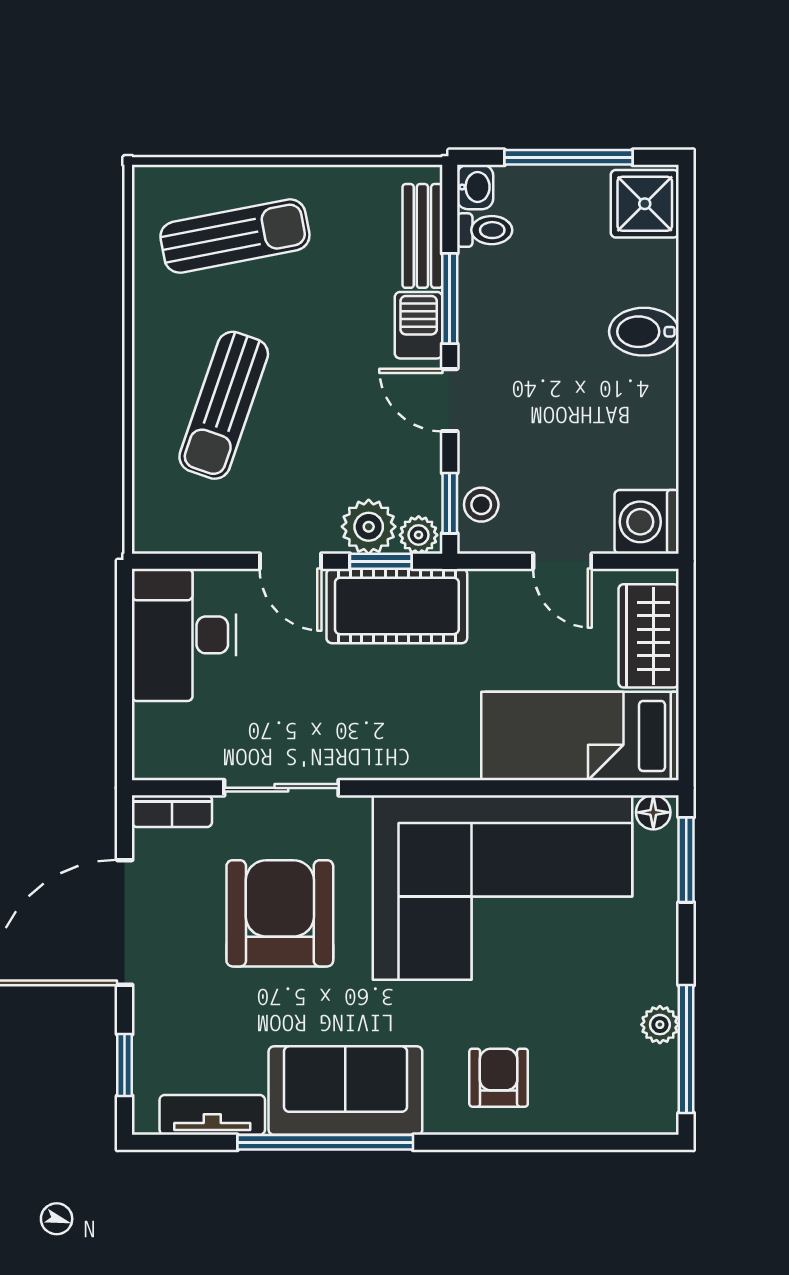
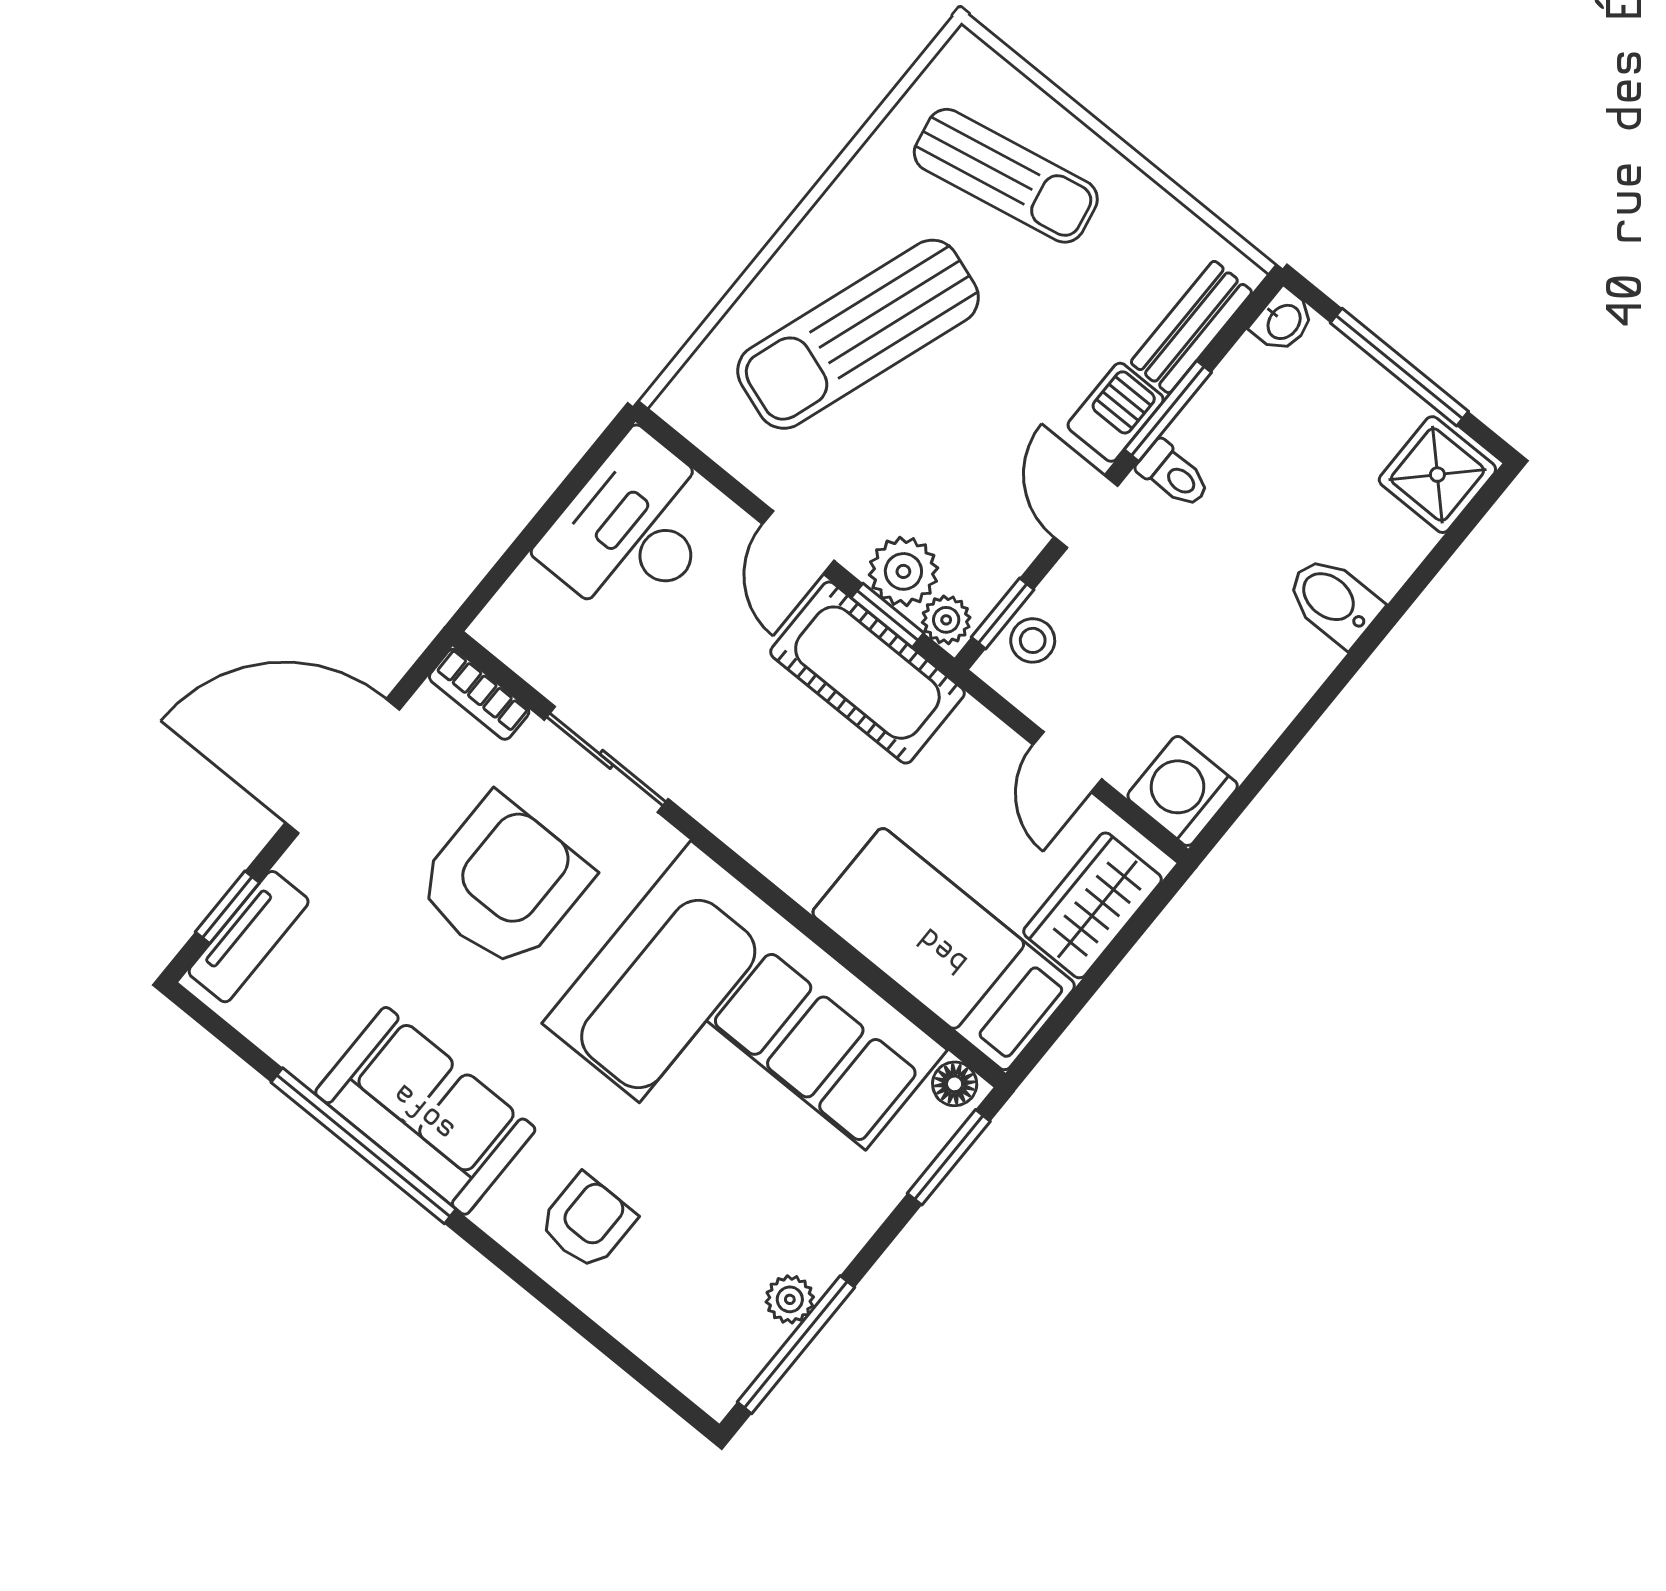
toilet: (485, 230) -> (1174, 474), moved
sun lounger: (224, 405) -> (858, 334), width x1.36, depth x1.34
tv unit: (212, 1115) -> (249, 937), moved, turned 90

